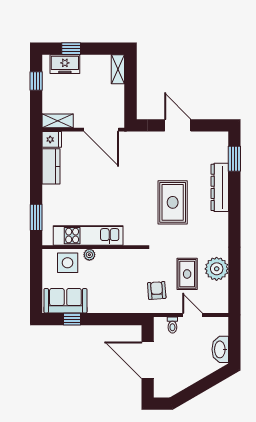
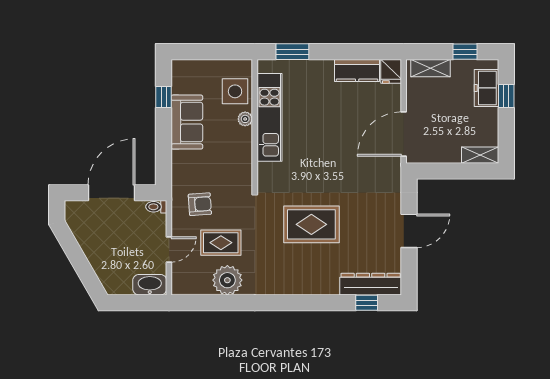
shelving: (58, 121) -> (431, 68), moved, turned 90
window: (234, 159) -> (367, 303), width x0.67
dresser: (220, 187) -> (371, 284), moved
sofa: (65, 301) -> (187, 122), moved
toilet: (172, 325) -> (156, 207), moved
washbasin: (220, 349) -> (150, 285), moved

